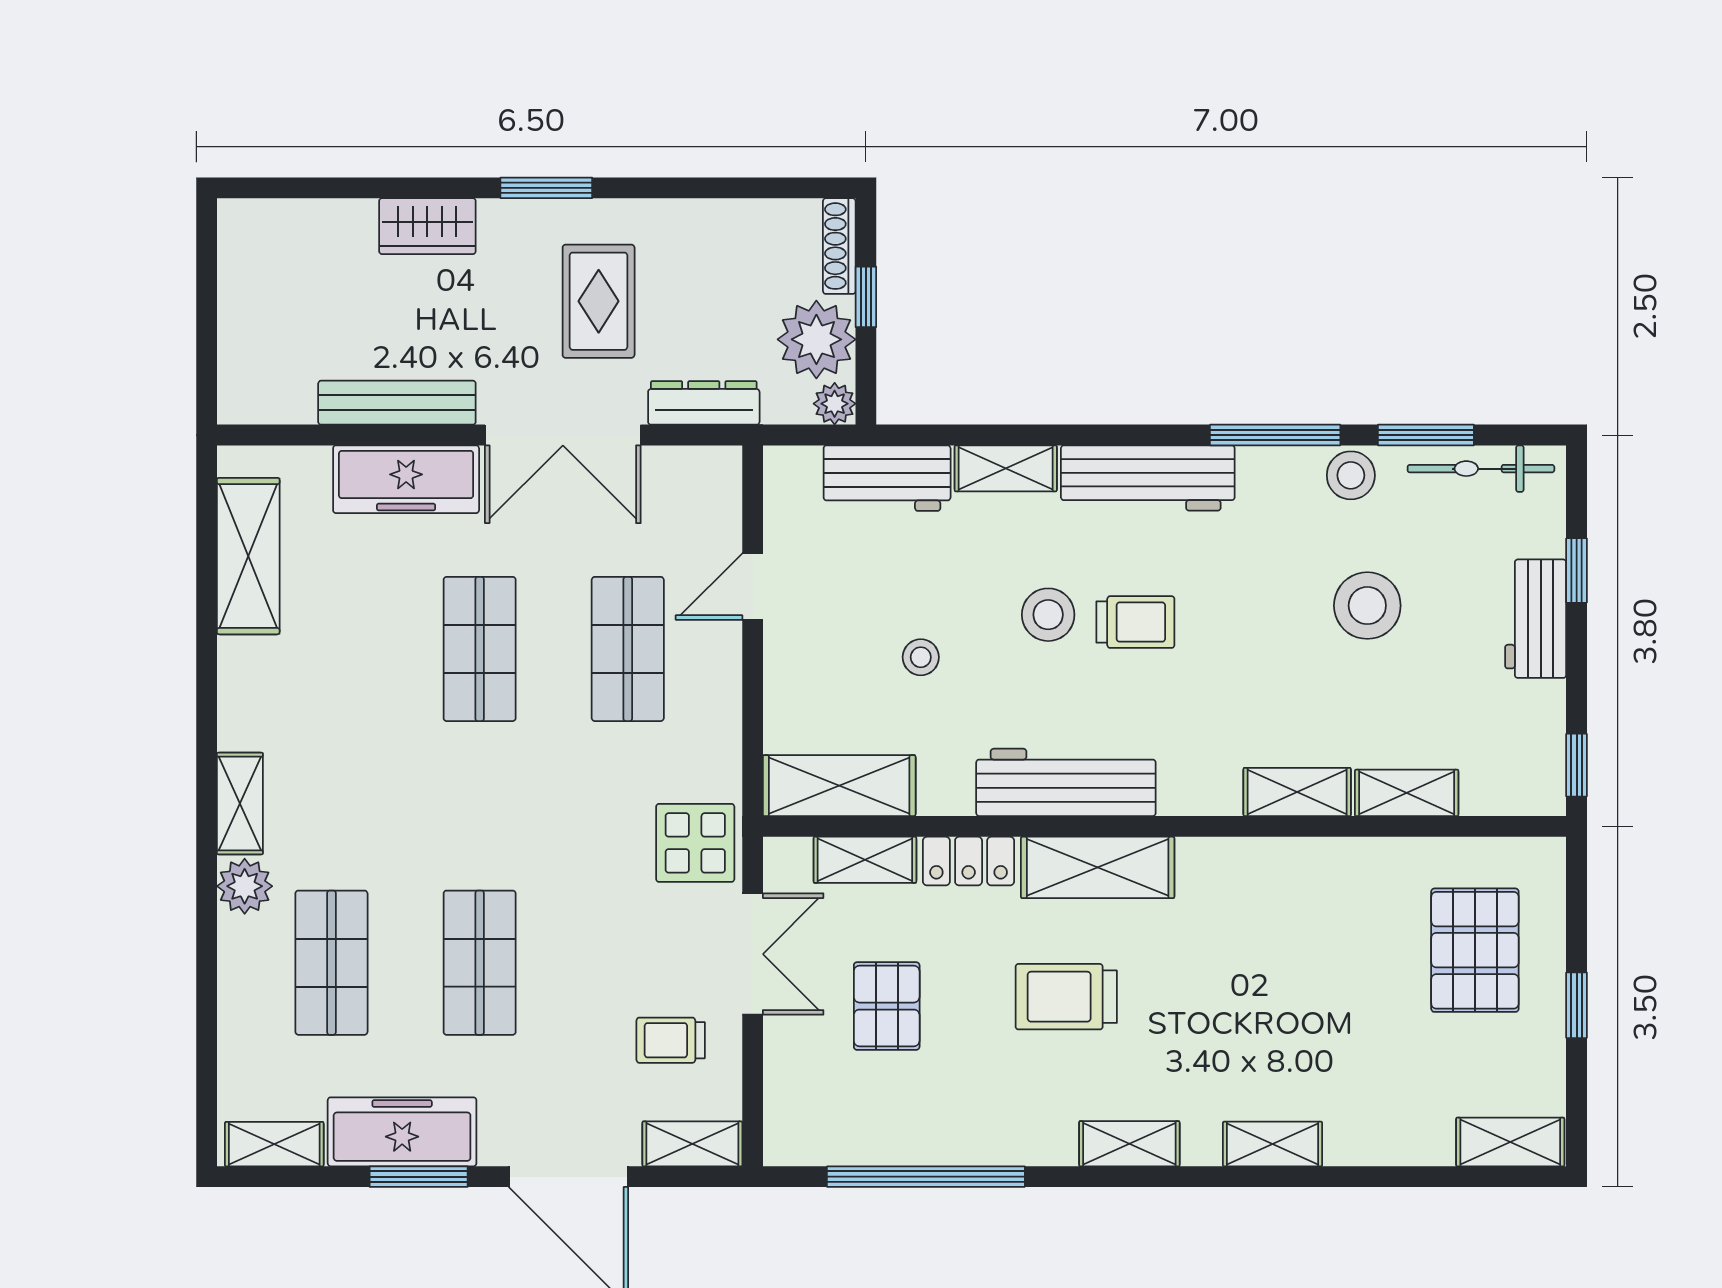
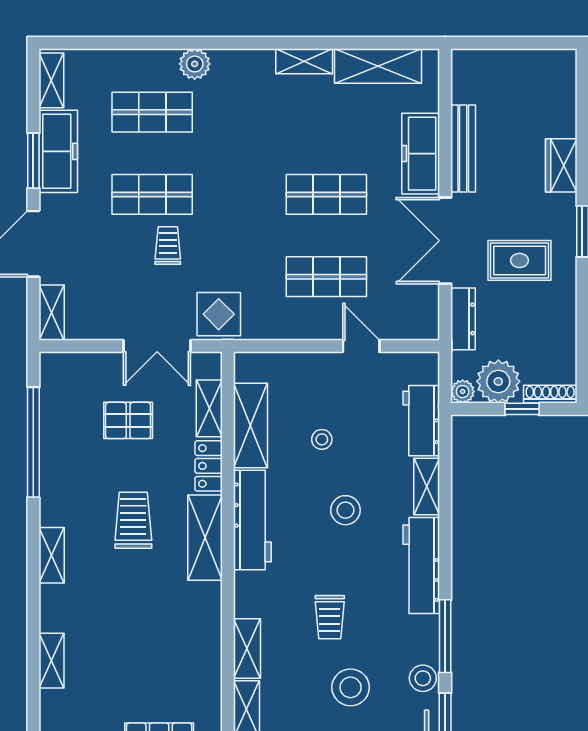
trolley: (1135, 622) -> (330, 617), moved
shelving: (839, 786) -> (251, 426), moved
shelving: (240, 804) -> (304, 61), moved
trolley: (671, 1040) -> (168, 246), moved
shelving: (1273, 1144) -> (51, 661), moved

